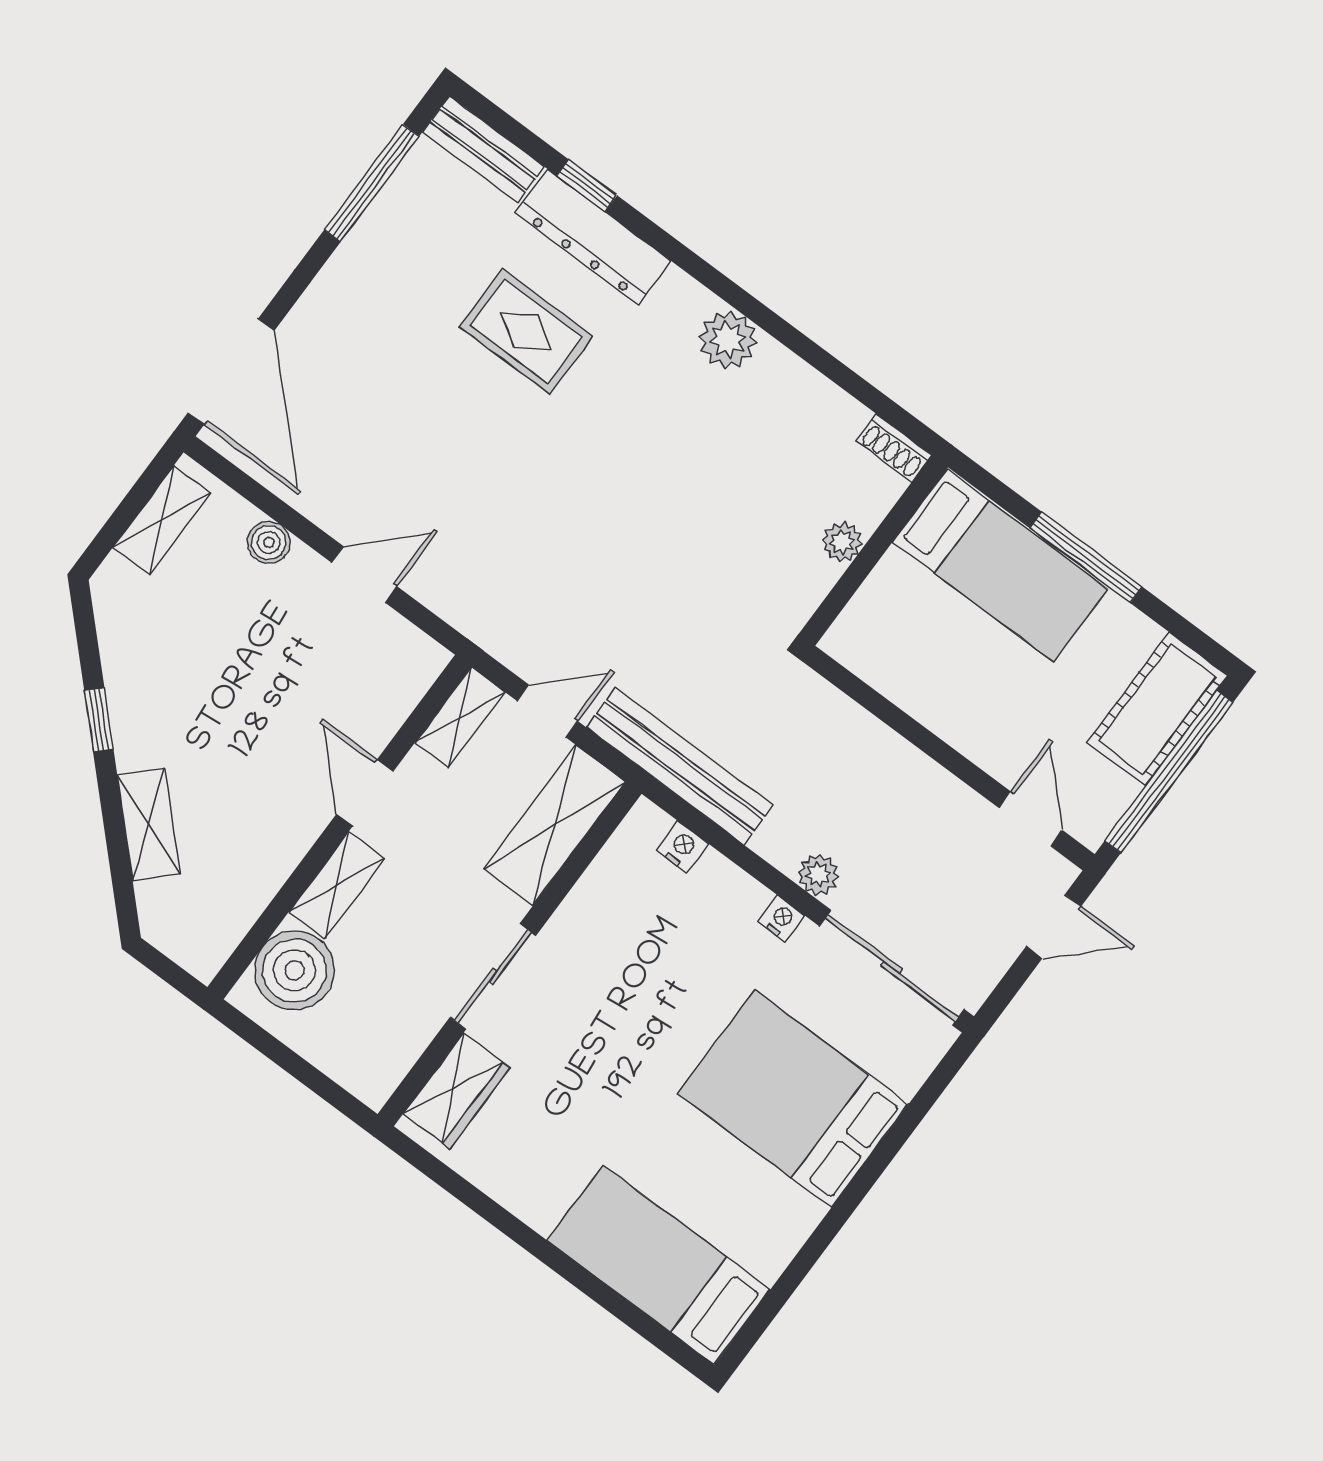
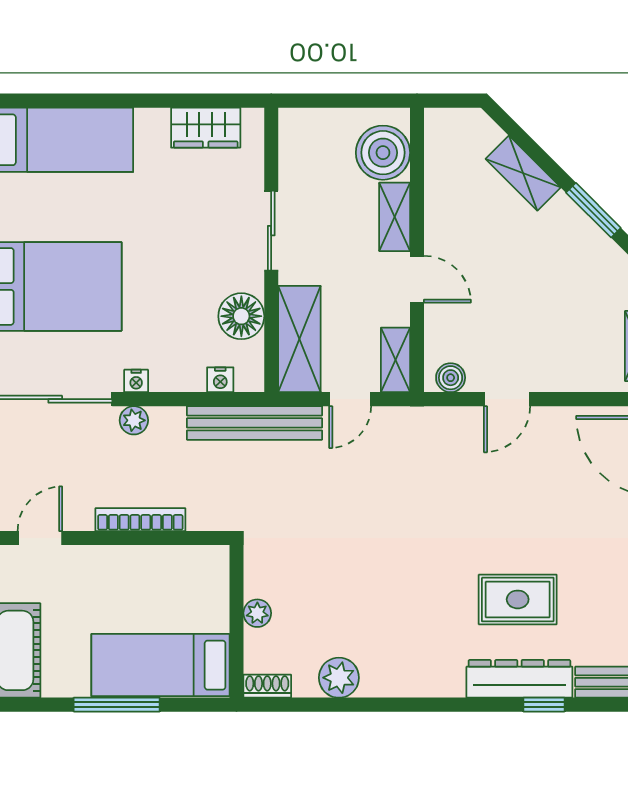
plant: (728, 340) -> (339, 678), moved
boiler: (269, 542) -> (451, 378), moved
window: (99, 720) -> (593, 210), width x1.50
bookcase: (897, 753) -> (140, 520), added
door: (1031, 819) -> (40, 538), swing flipped
floor lamp: (602, 903) -> (241, 316), added
wardrobe: (457, 1091) -> (206, 128), moved, turned -90

